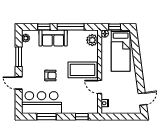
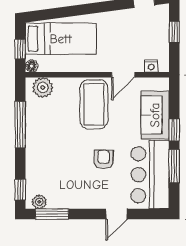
window: (44, 27) -> (20, 190), moved
sofa: (53, 38) -> (155, 115), moved, turned 180
window: (19, 57) -> (52, 214), moved
window: (82, 117) -> (174, 130), moved
window: (125, 117) -> (174, 32), added

